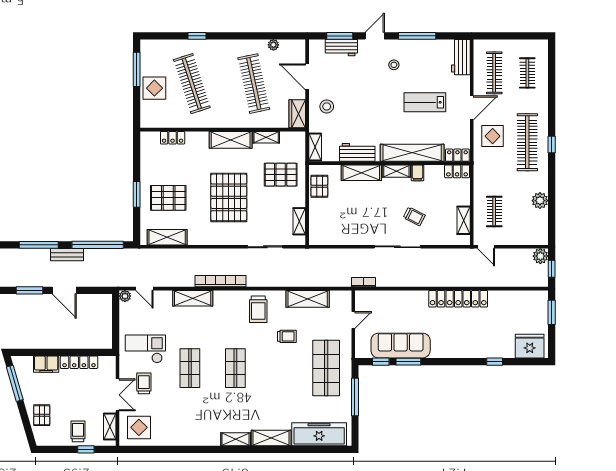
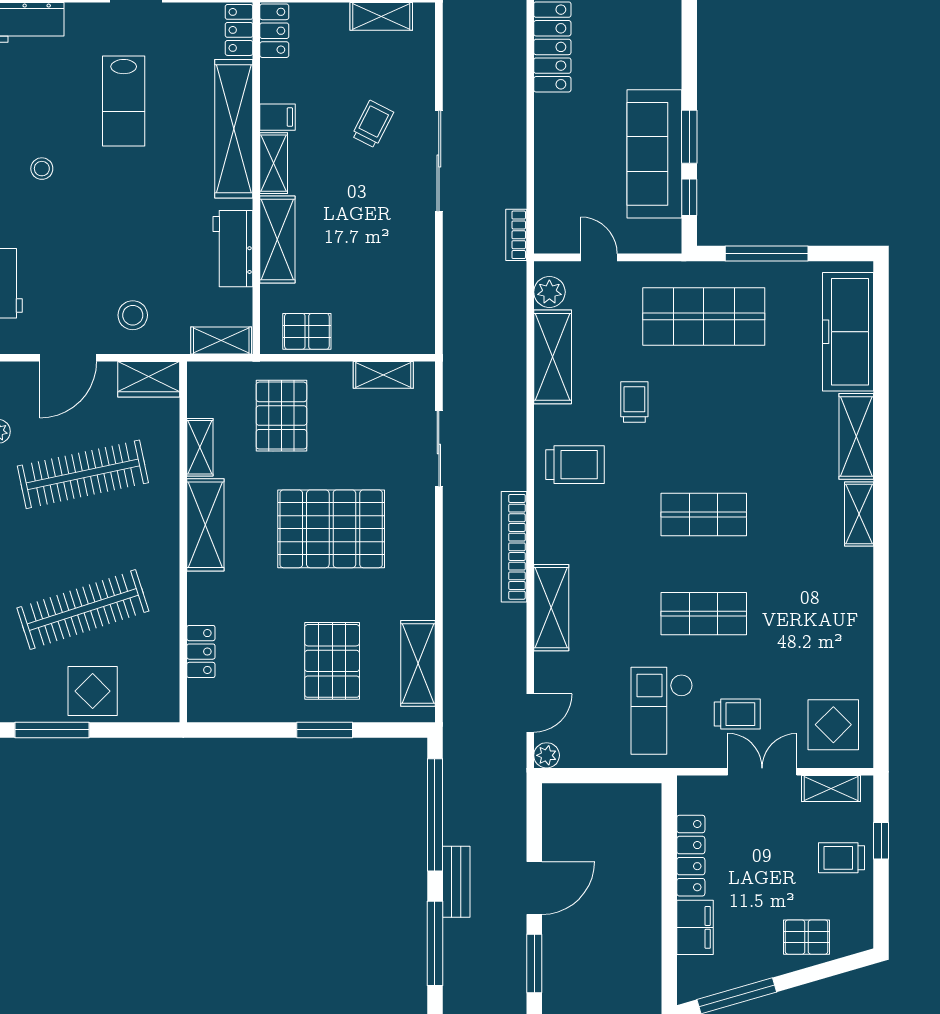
plant: (337, 297) -> (549, 292), added
trolley: (144, 383) -> (737, 714), turned 180

